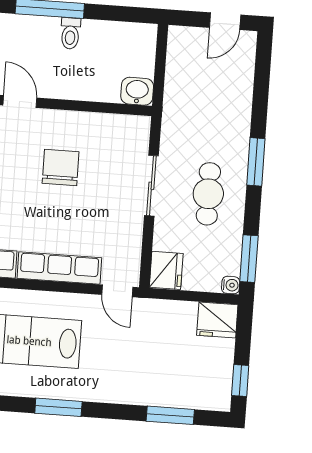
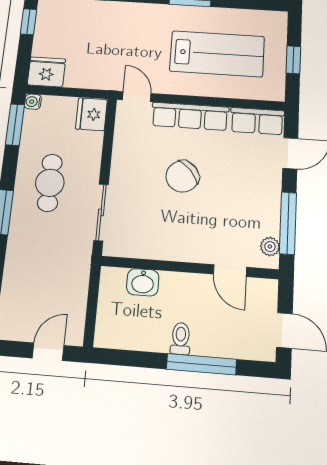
door: (225, 21) -> (48, 352), moved
washbasin: (137, 91) -> (143, 282), moved
chair: (61, 167) -> (182, 176), moved, turned 48
sliding door: (151, 186) -> (101, 212), moved

